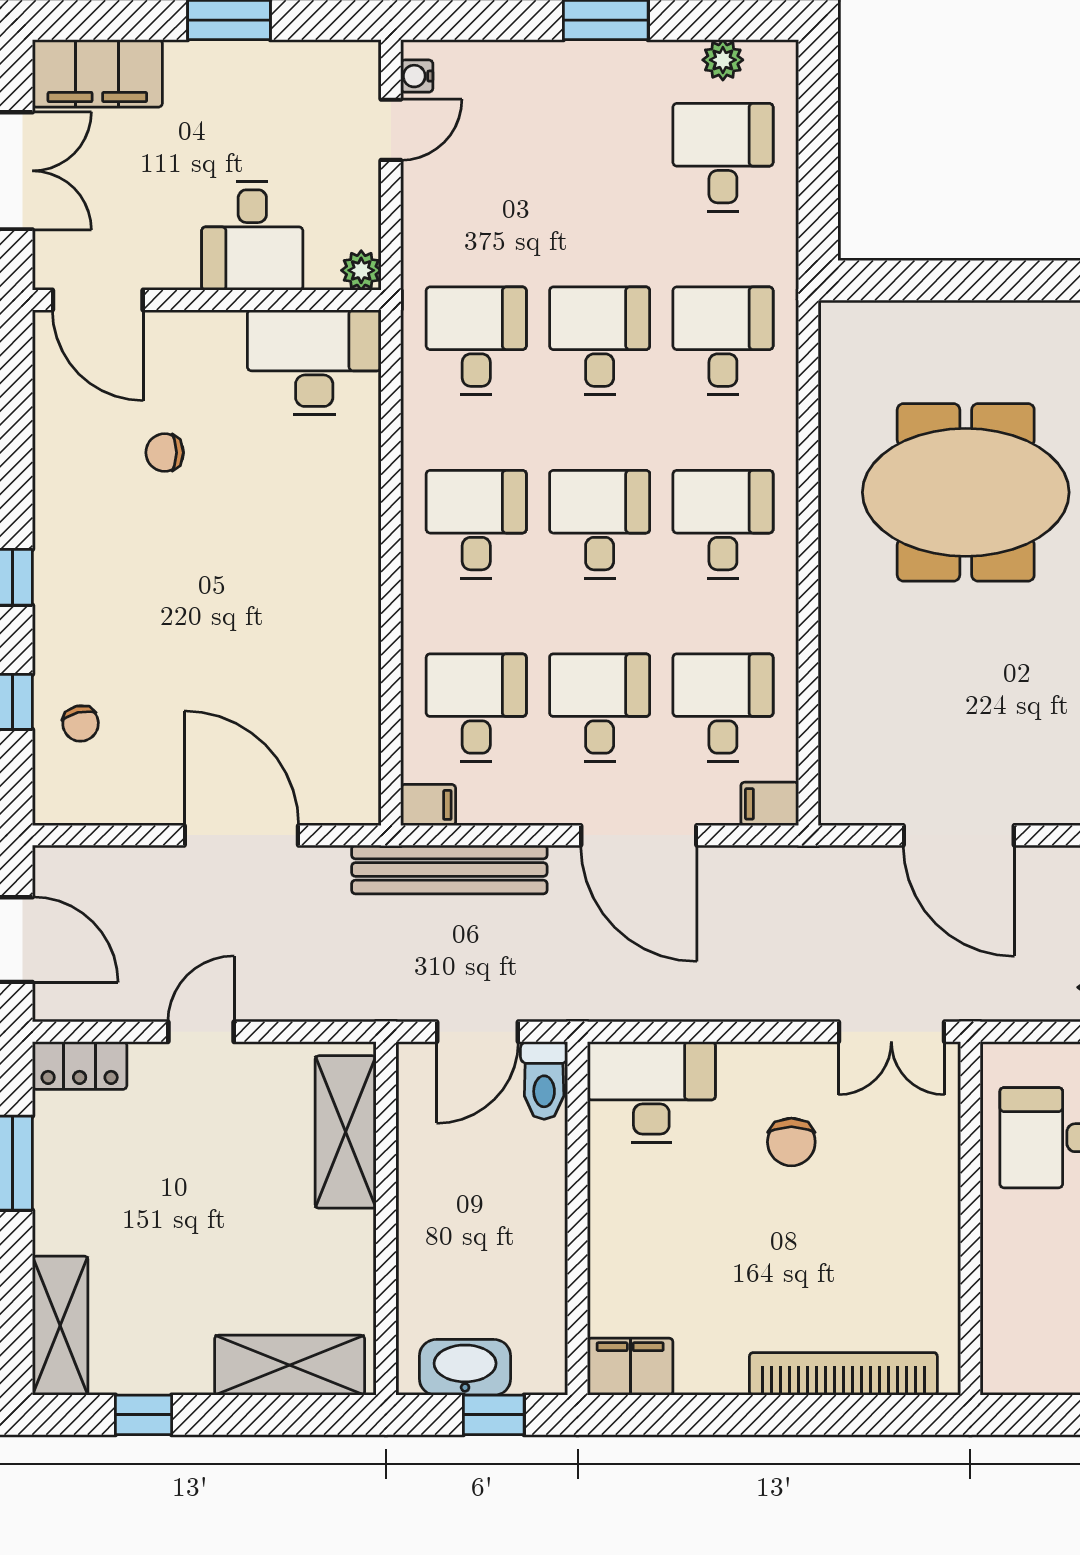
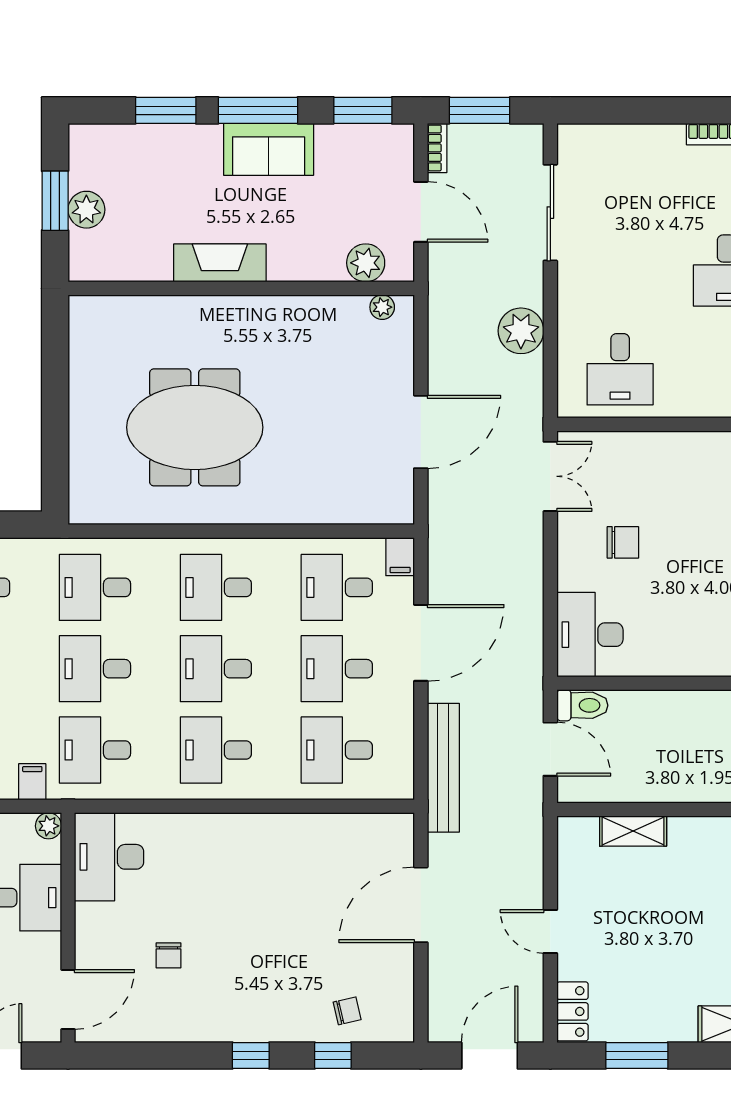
meeting table: (966, 492) -> (195, 427), turned 90
filing cabinet: (428, 805) -> (32, 782), moved
shelving: (346, 1132) -> (633, 831), width x0.67, depth x0.75

